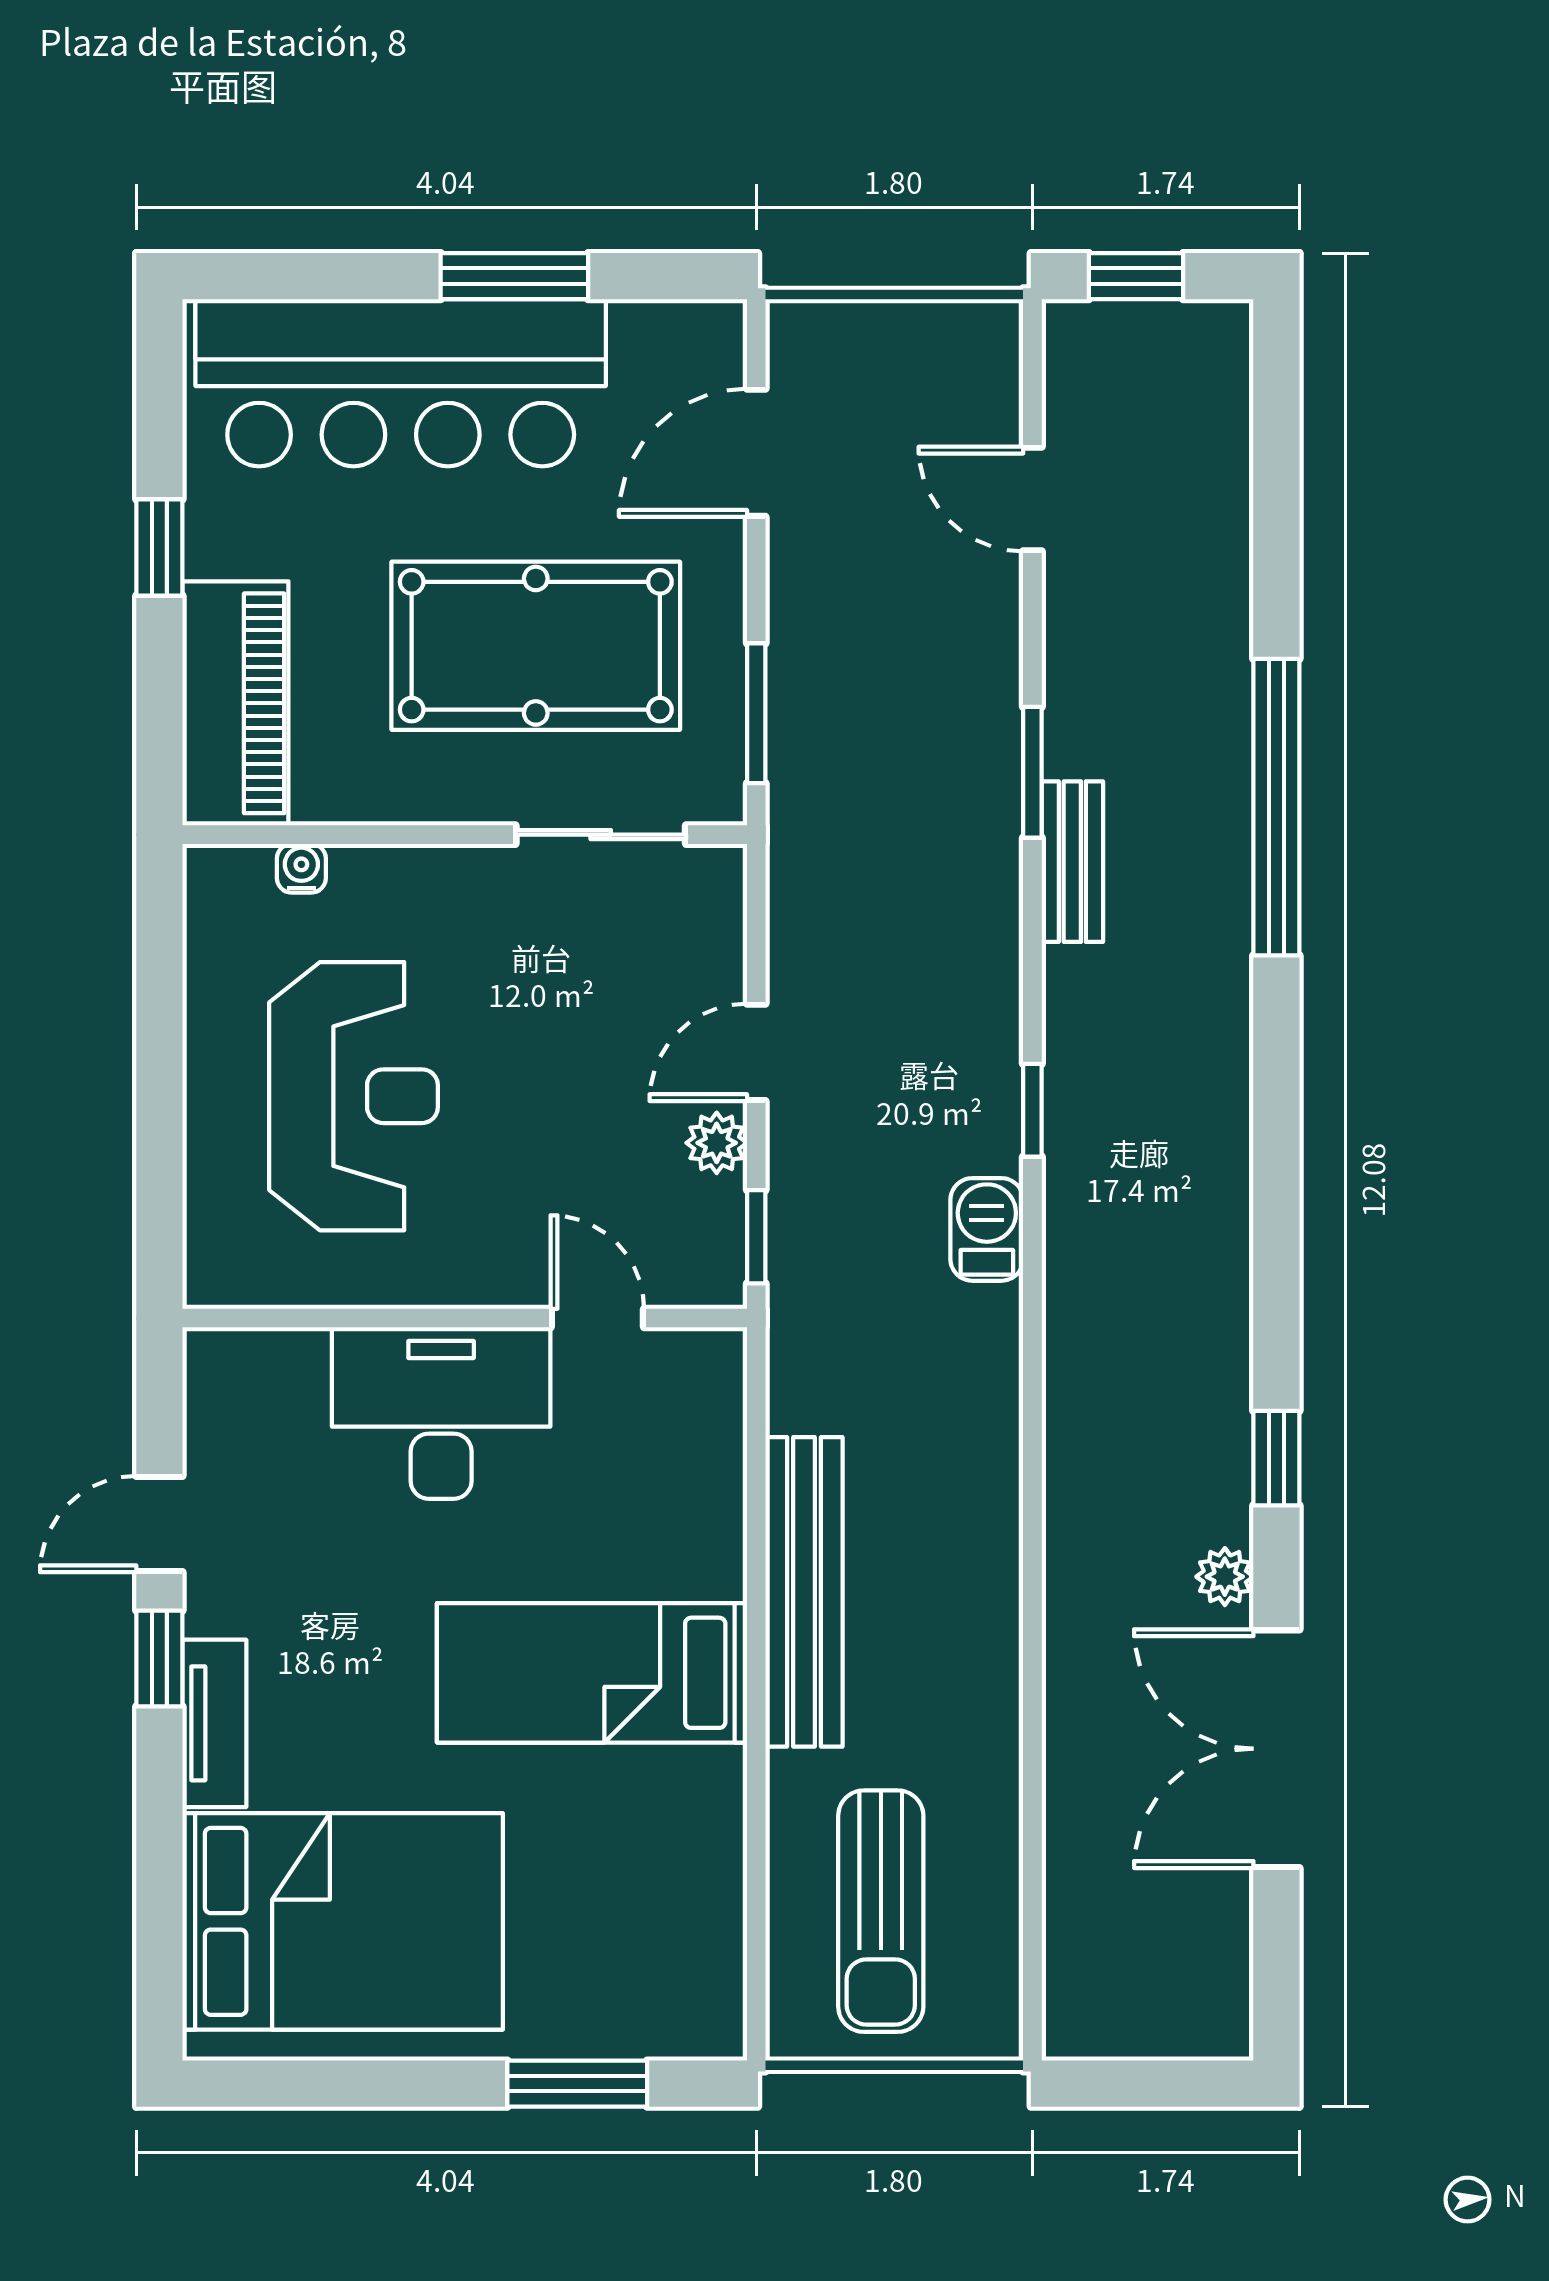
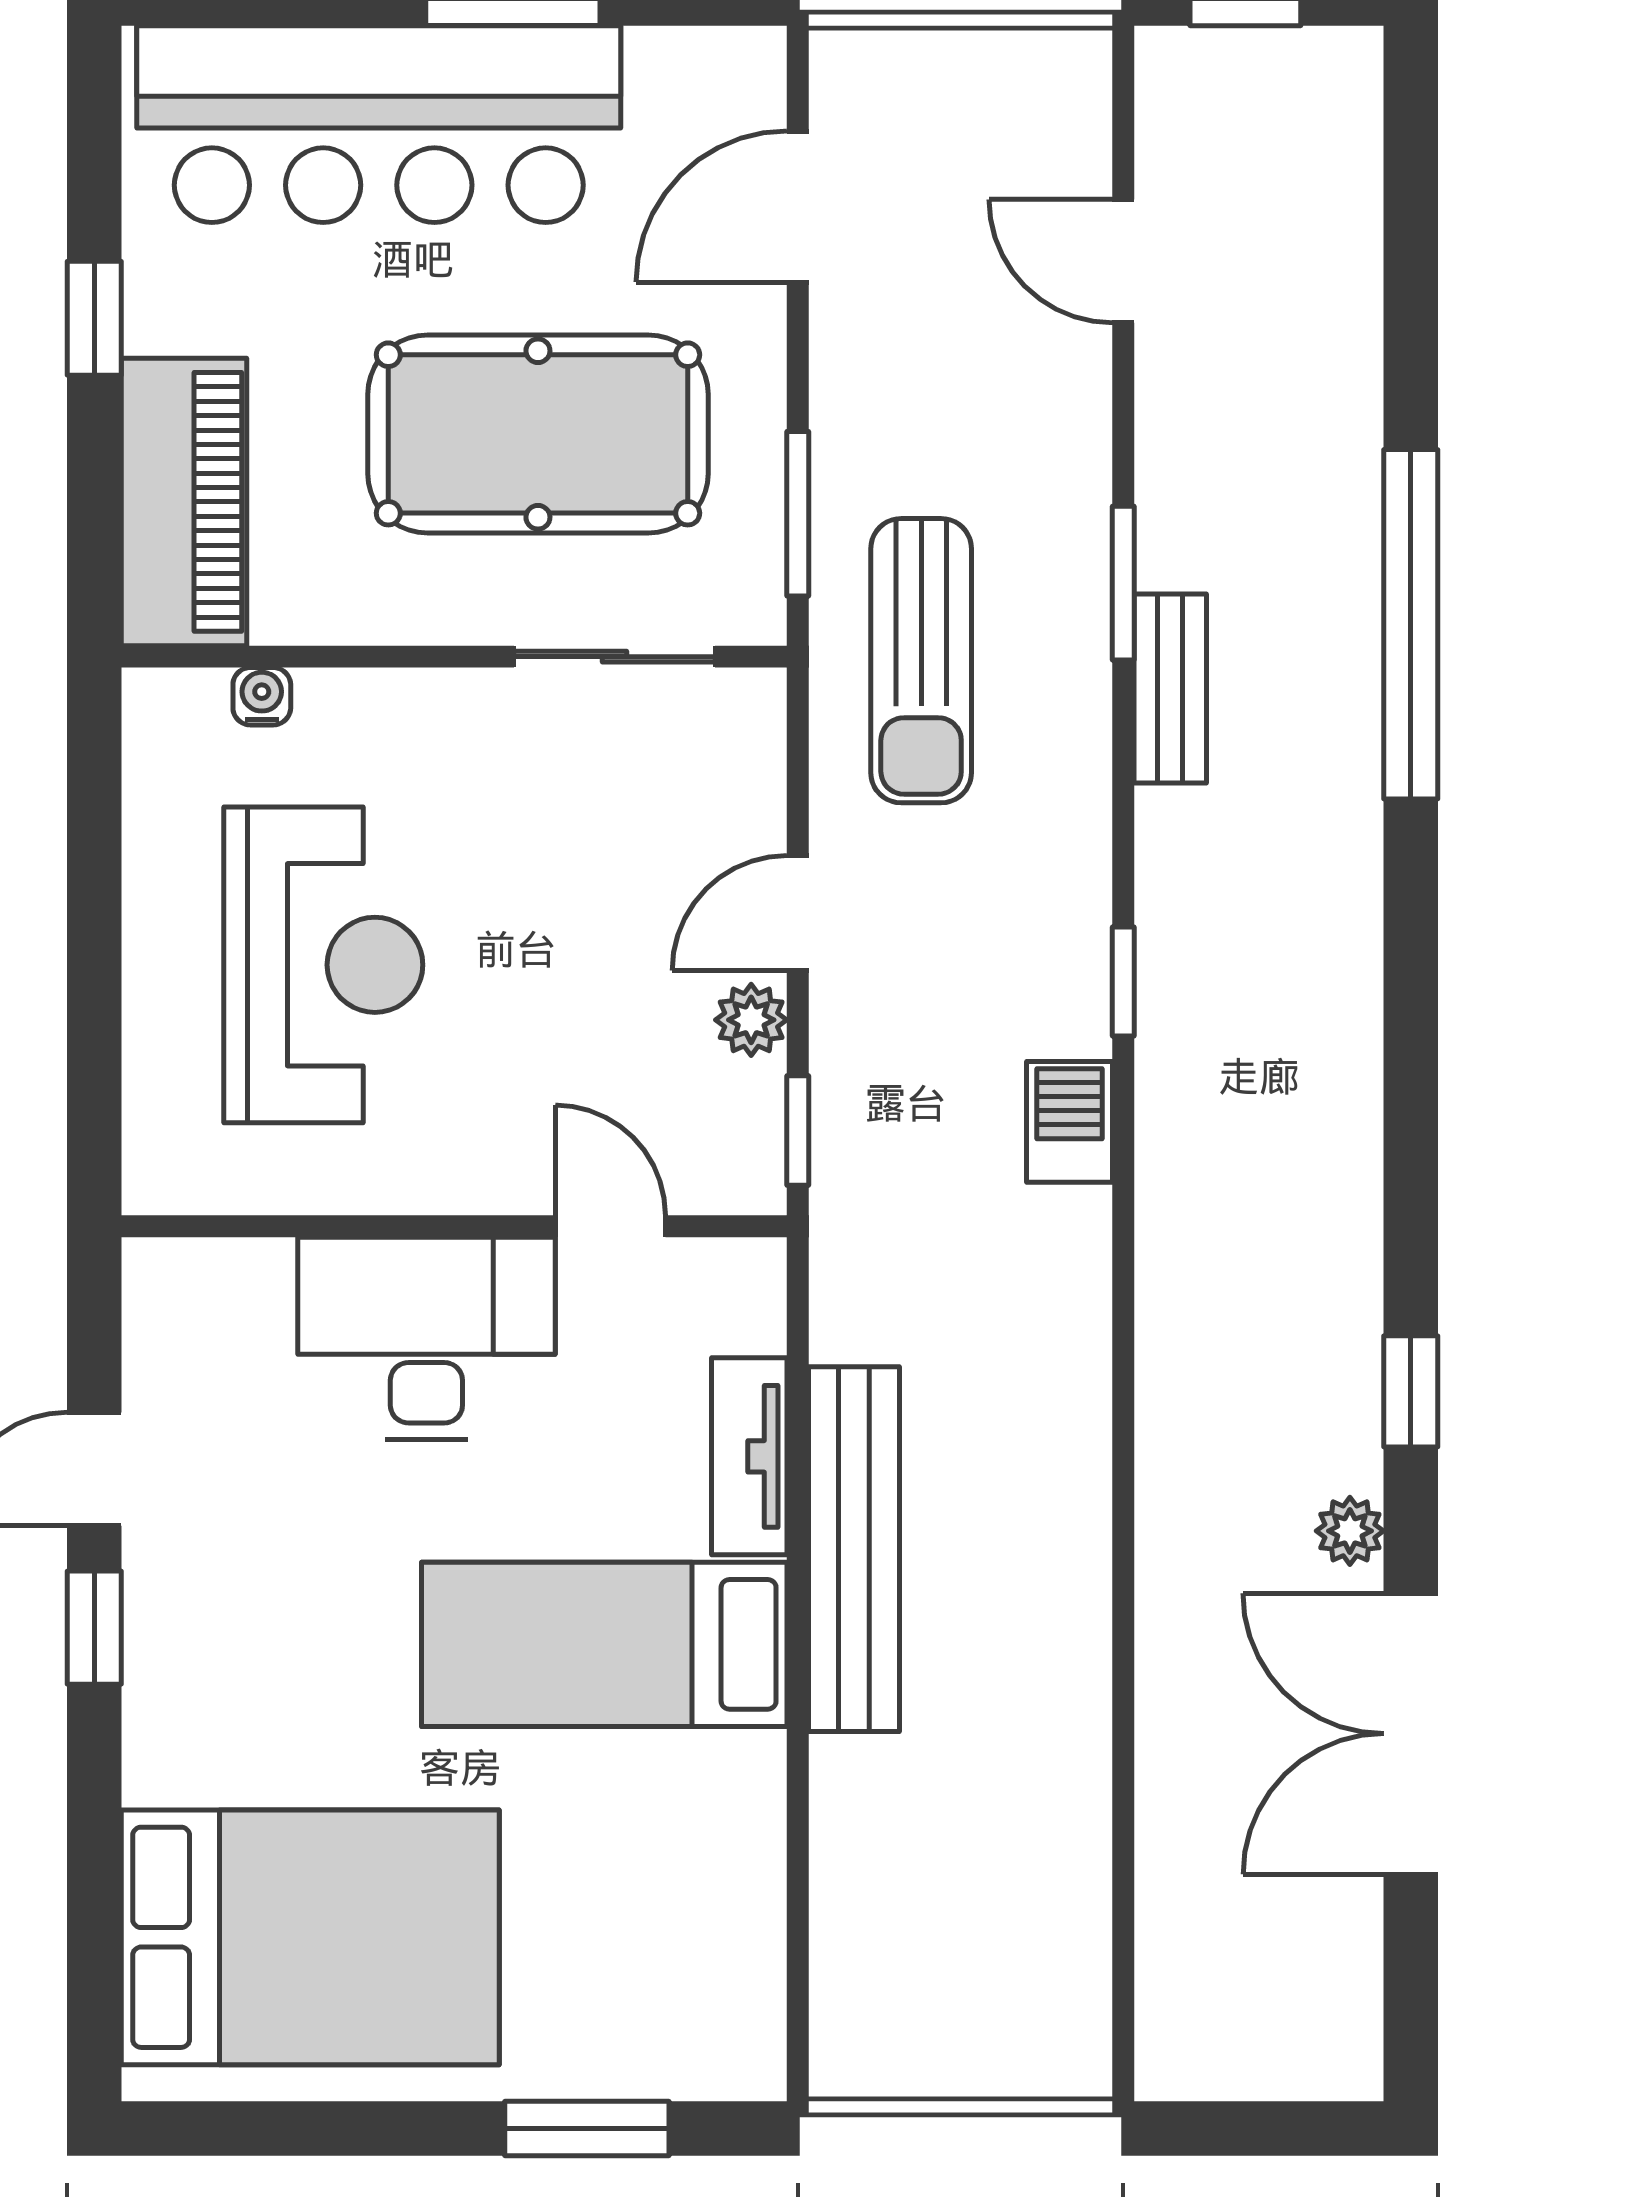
tv unit: (214, 1723) -> (749, 1456), moved, turned 180
sun lounger: (881, 1911) -> (921, 661), moved

